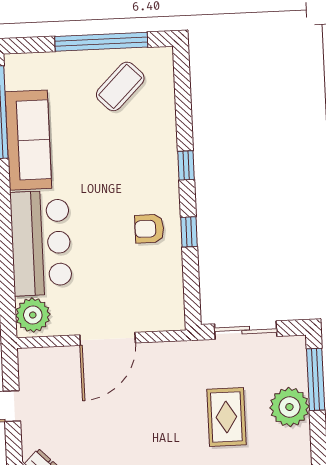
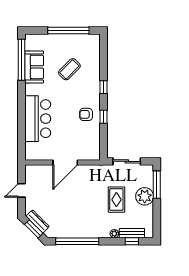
coffee table: (120, 86) -> (69, 69), moved
sofa: (28, 140) -> (34, 67), width x0.73
plant: (33, 315) -> (33, 150), removed

